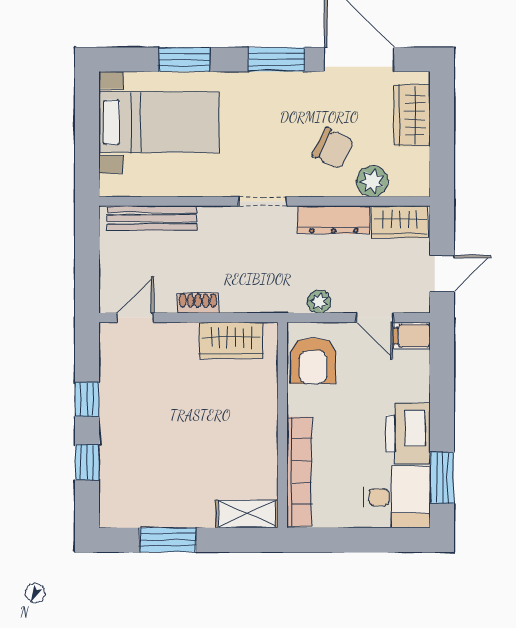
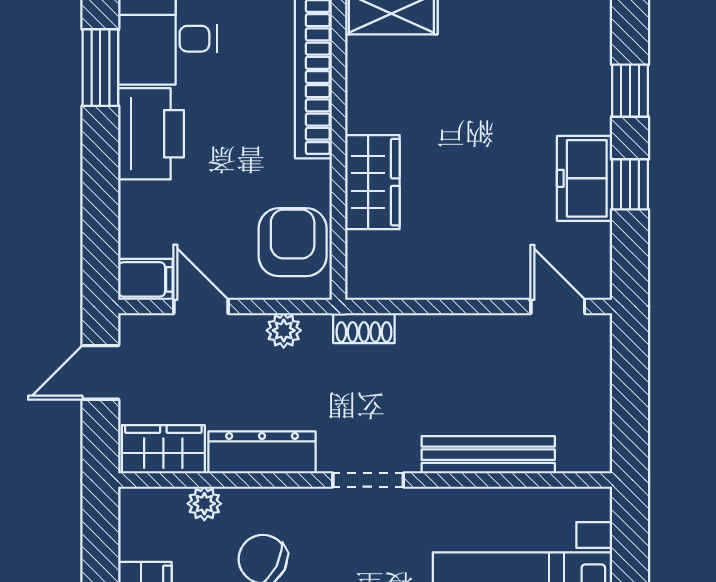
plant: (372, 181) -> (204, 504), width x0.73, depth x0.73
bench: (152, 218) -> (488, 455), moved
shoe rack: (198, 303) -> (364, 328), moved
door: (135, 318) -> (558, 306), swing flipped
wardrobe: (231, 340) -> (372, 182), moved, turned 90
freezer: (117, 404) -> (585, 178), added

